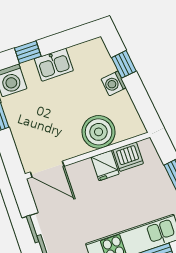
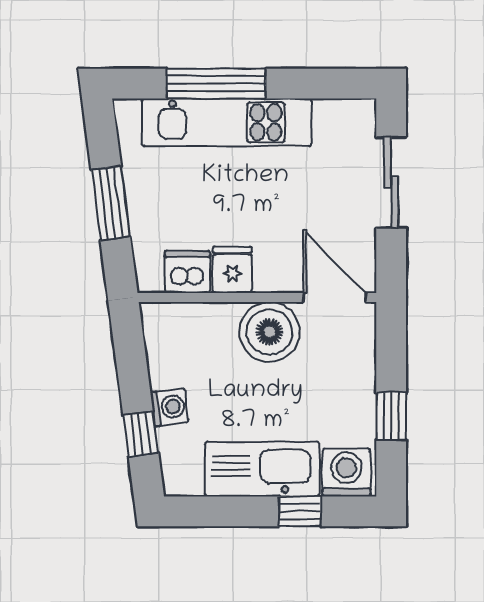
kitchen sink: (54, 65) -> (262, 469), width x1.88, depth x1.24
boiler: (99, 132) -> (270, 332), moved

